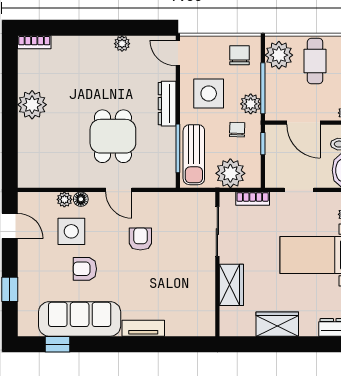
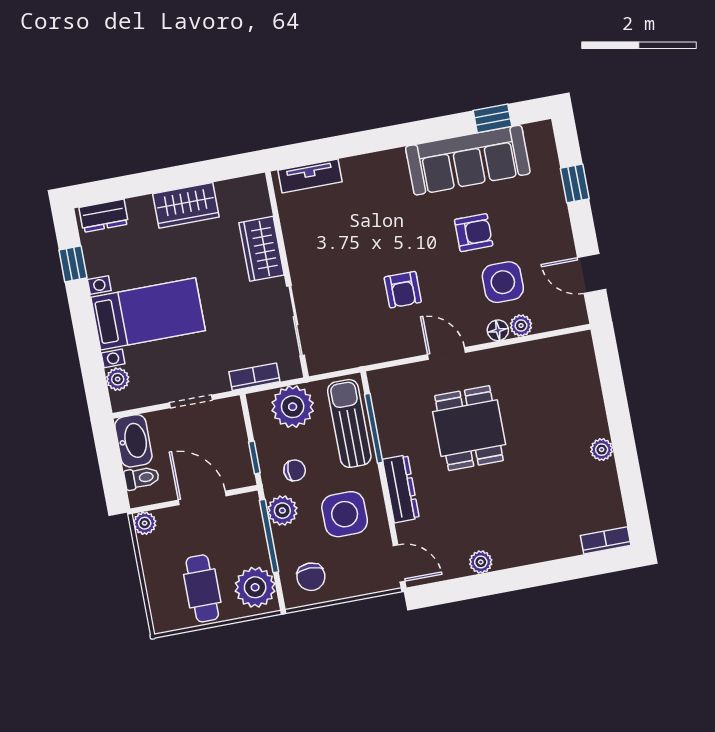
plant: (32, 105) -> (602, 450), width x0.53, depth x0.53
chair: (237, 130) -> (295, 470), turned -92
tv unit: (143, 328) -> (310, 176), moved

